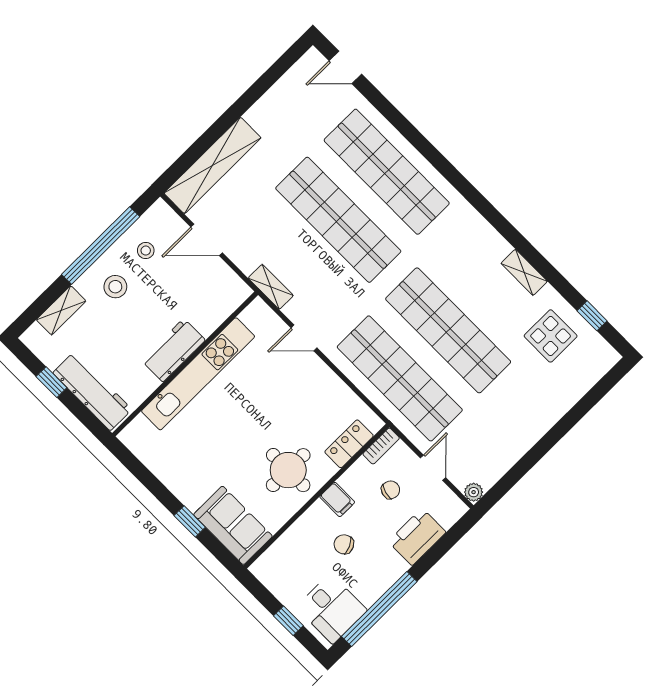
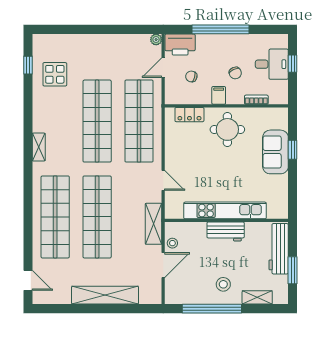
shelving: (212, 165) -> (105, 295), moved
door: (207, 240) -> (163, 265), hinge flipped
stool: (146, 251) -> (172, 243), moved
shelving: (524, 272) -> (39, 147), moved
shelving: (271, 287) -> (153, 224), width x1.50, depth x1.33
window: (51, 382) -> (293, 270), width x1.50
bookcase: (381, 446) -> (256, 100), moved
sofa: (233, 525) -> (275, 152), moved
printer: (417, 537) -> (180, 45), moved
desk: (332, 609) -> (272, 64), moved, turned 90
window: (379, 609) -> (220, 29), moved

